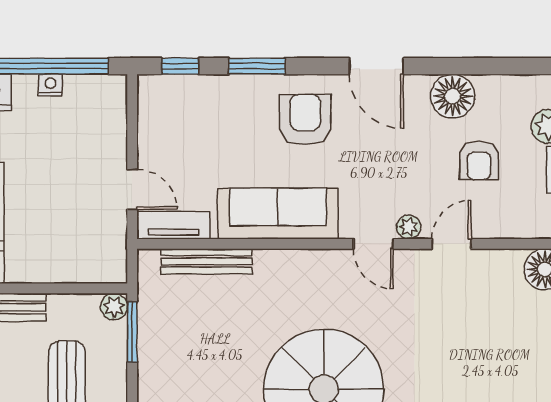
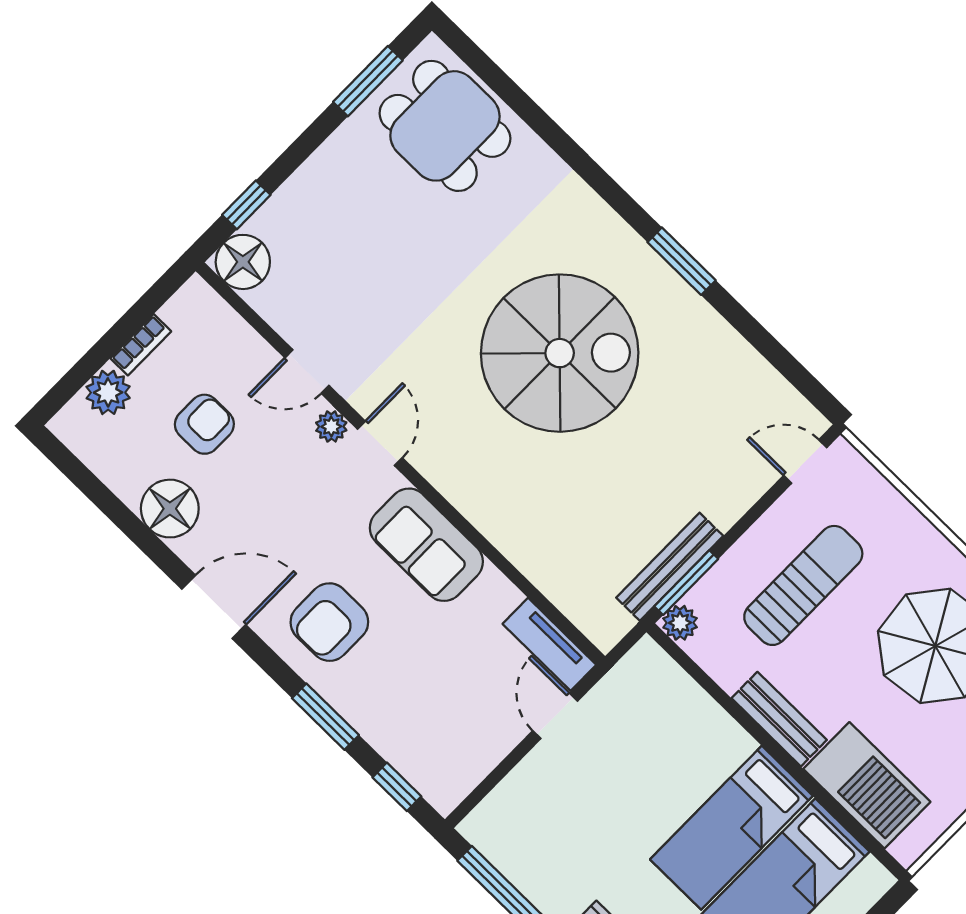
door: (376, 66) -> (214, 607), hinge flipped
nightstand: (50, 85) -> (536, 889), removed
sofa: (278, 214) -> (426, 545), width x0.73
bench: (206, 261) -> (670, 567), moved, turned 90

